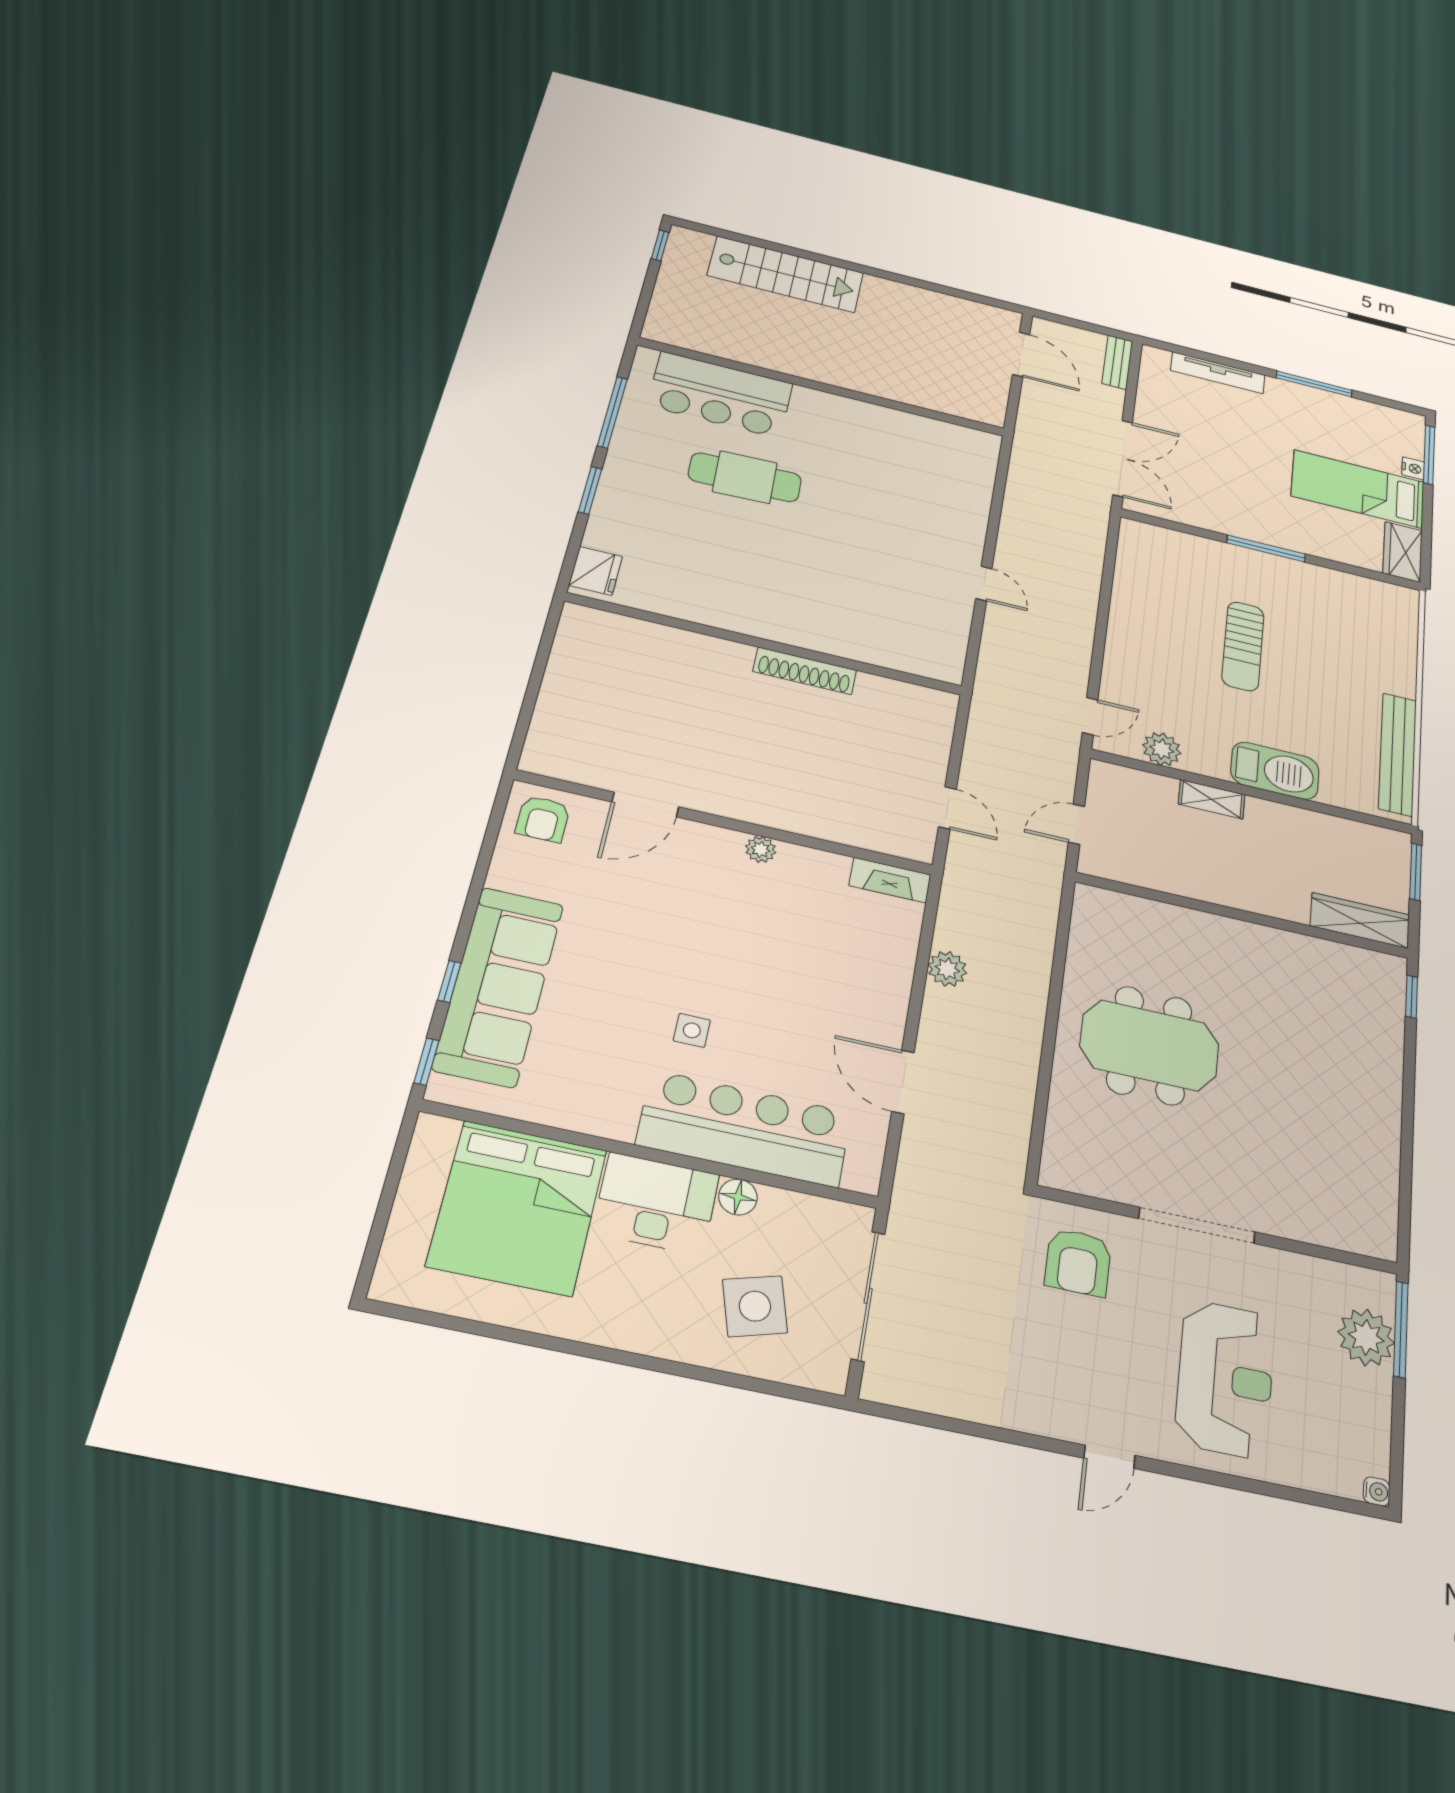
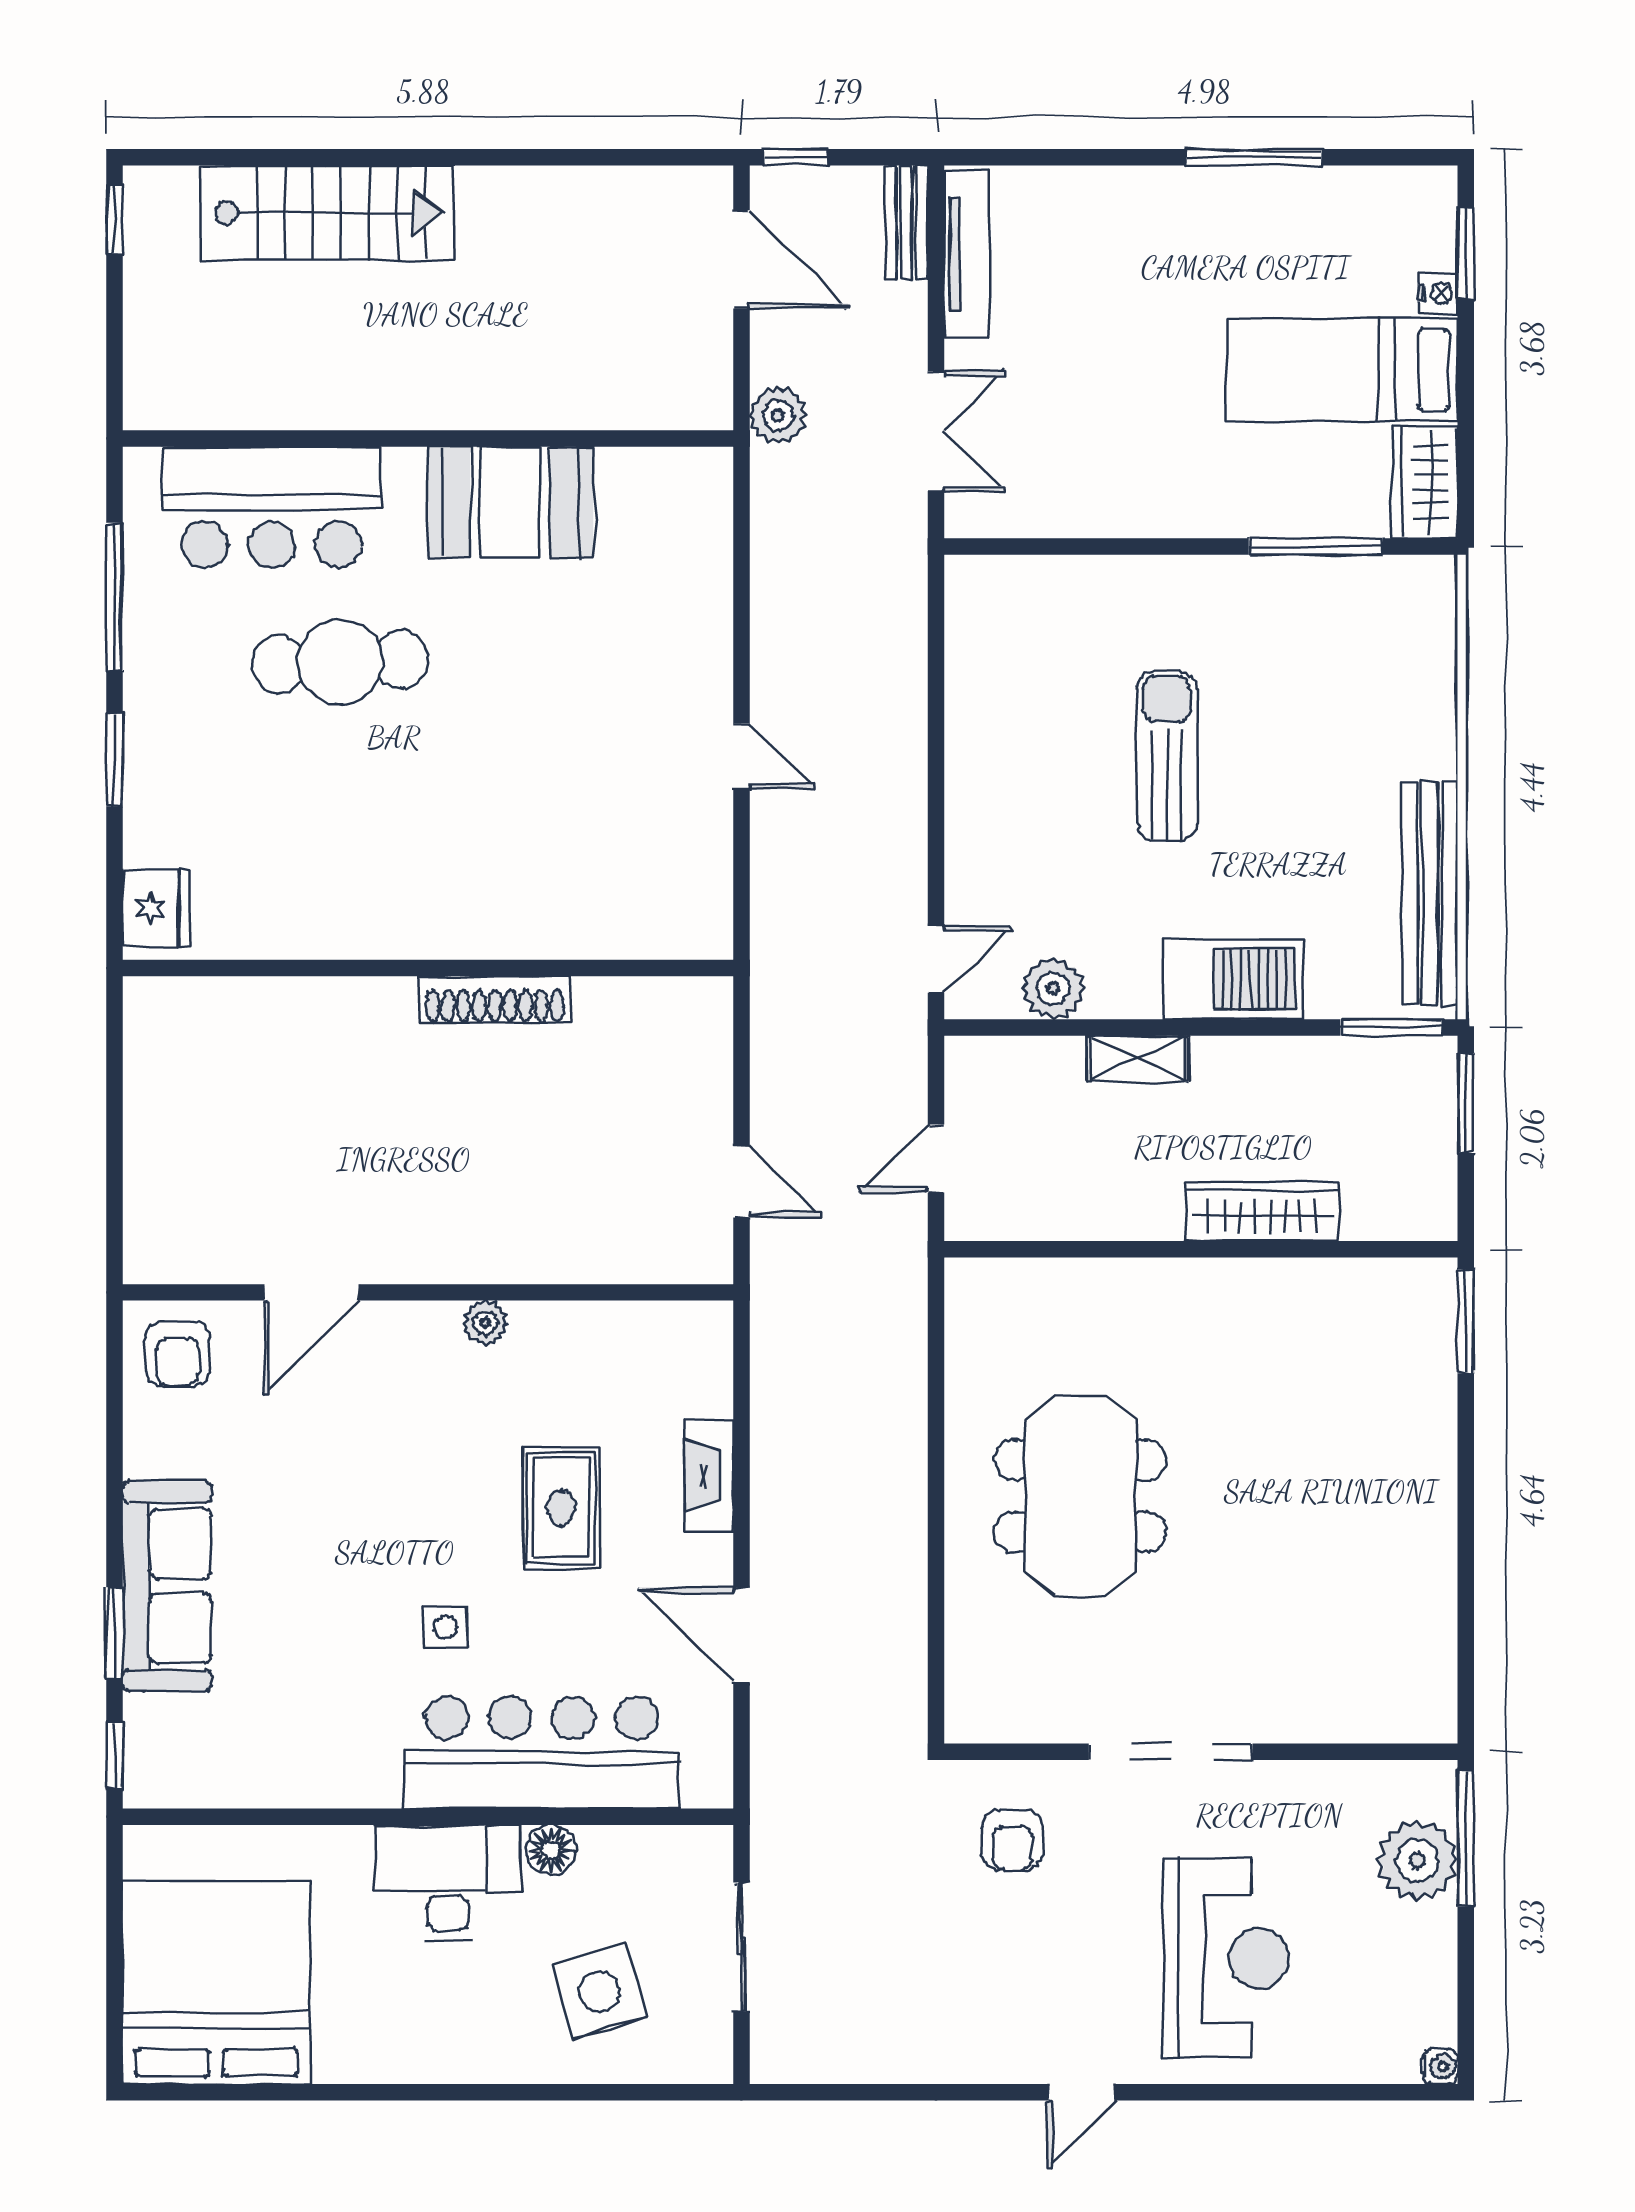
window: (1059, 319) -> (796, 157), added
tv unit: (1218, 373) -> (967, 254), moved, turned -90
booth: (865, 428) -> (510, 502), added
window: (1429, 455) -> (1466, 253), width x0.69
double door: (1123, 458) -> (936, 431), width x0.73
window: (1266, 548) -> (1316, 547), moved
sun lounger: (1243, 646) -> (1167, 756), turned 180
window: (1371, 820) -> (1391, 1028), added
fireplace: (890, 880) -> (709, 1476), moved, turned 90
wardrobe: (1360, 920) -> (1262, 1211), moved
plant: (947, 969) -> (778, 415), moved
rug: (790, 973) -> (561, 1508), added
window: (449, 982) -> (114, 1633), width x1.50
sofa: (499, 986) -> (167, 1586), width x0.74, depth x0.79
window: (1412, 997) -> (1466, 1321), width x1.50
meeting table: (1150, 1045) -> (1080, 1496), turned 90
bed: (518, 1208) -> (216, 1982), moved, turned 180
armchair: (1078, 1262) -> (1013, 1840), width x0.72, depth x0.72
sliding door: (868, 1296) -> (741, 1947), width x0.73

